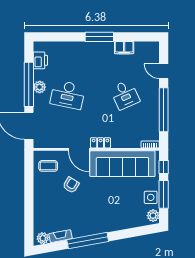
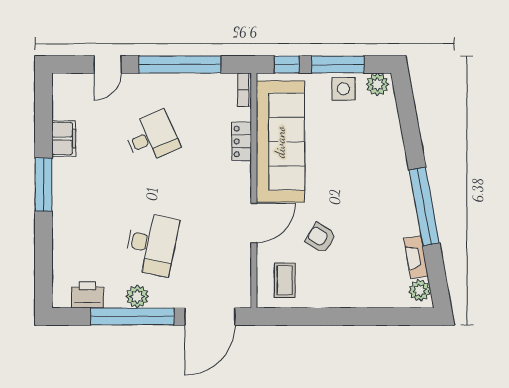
locker: (101, 143) -> (242, 141), moved

